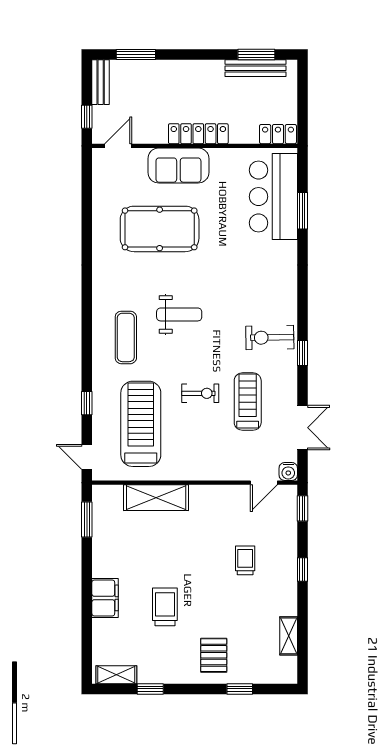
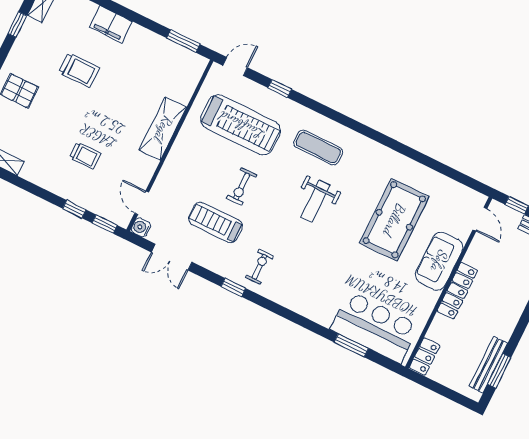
exercise bike: (270, 338) -> (259, 267), width x0.73, depth x0.72
treadmill: (248, 402) -> (215, 222), turned 180
shelving: (156, 498) -> (163, 129), moved
window: (302, 569) -> (74, 209), moved

